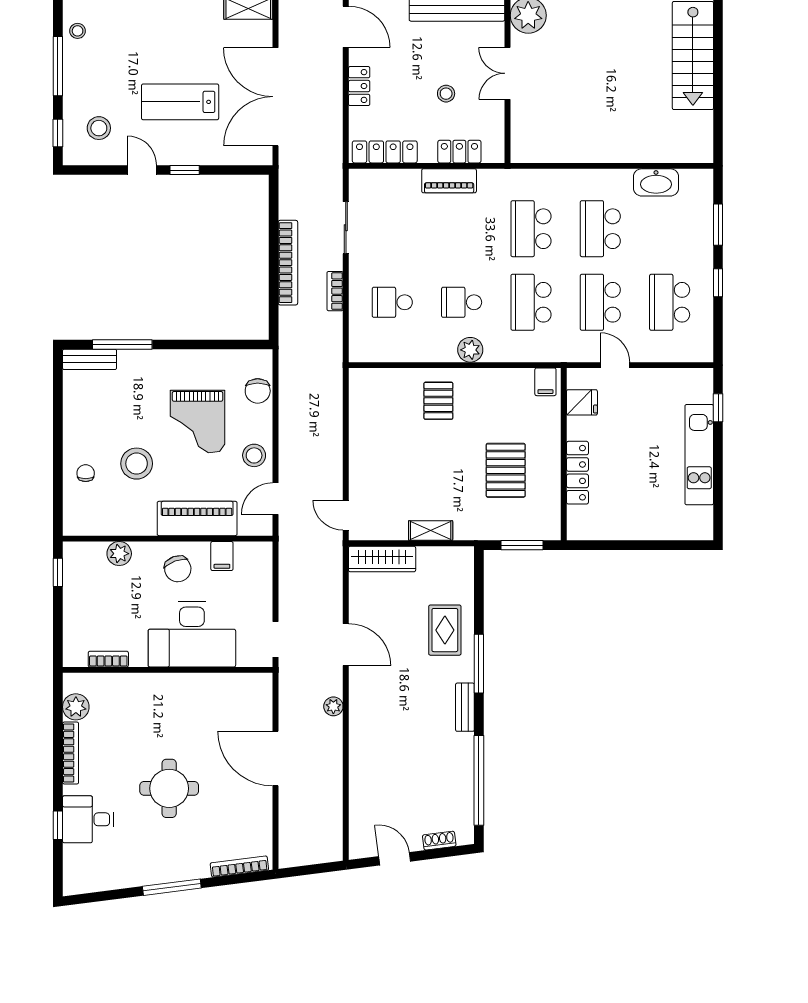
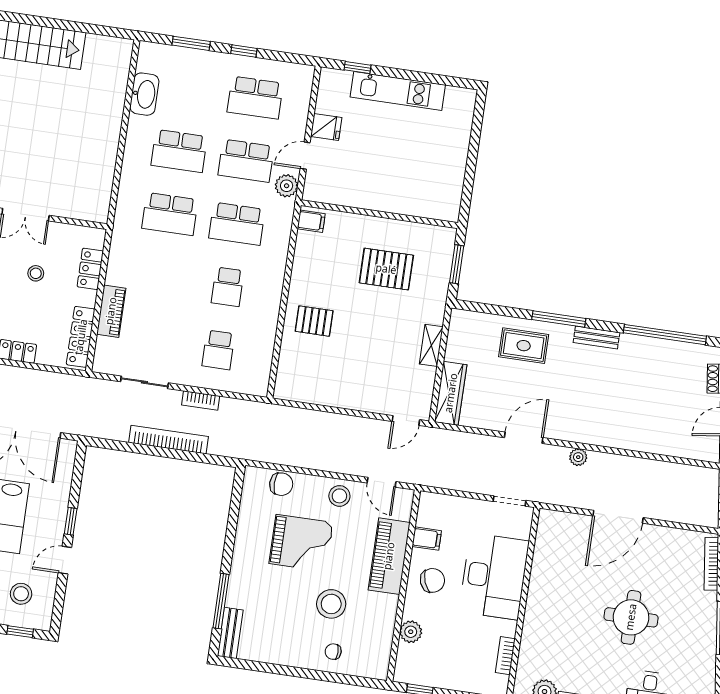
piano: (449, 181) -> (111, 311), moved
plant: (470, 350) -> (287, 186), moved
fridge: (582, 402) -> (326, 127), moved, turned 90
locker: (577, 473) -> (398, 204), removed

